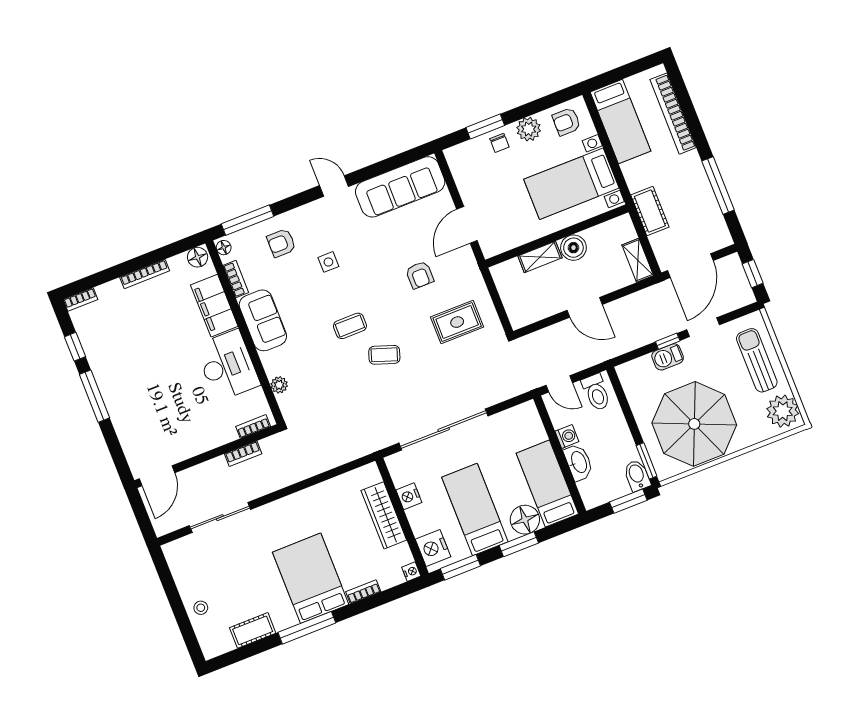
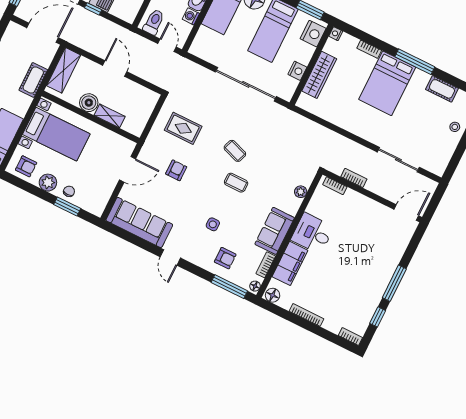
shelving: (638, 260) -> (64, 70), width x1.50, depth x1.33
desk: (227, 365) -> (312, 233), width x0.73

